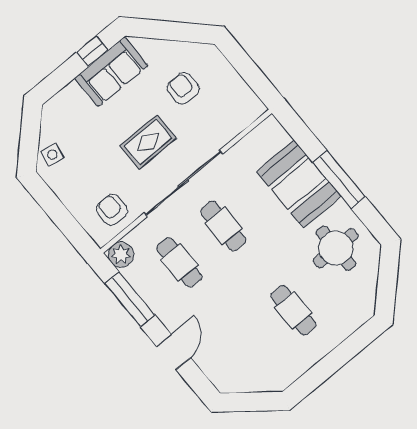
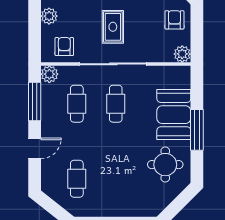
armchair: (183, 88) -> (174, 20), moved
plant: (252, 108) -> (182, 54), added
rug: (148, 142) -> (113, 27), turned 90
plant: (66, 189) -> (49, 16), added
cafe table: (293, 310) -> (77, 179), moved

